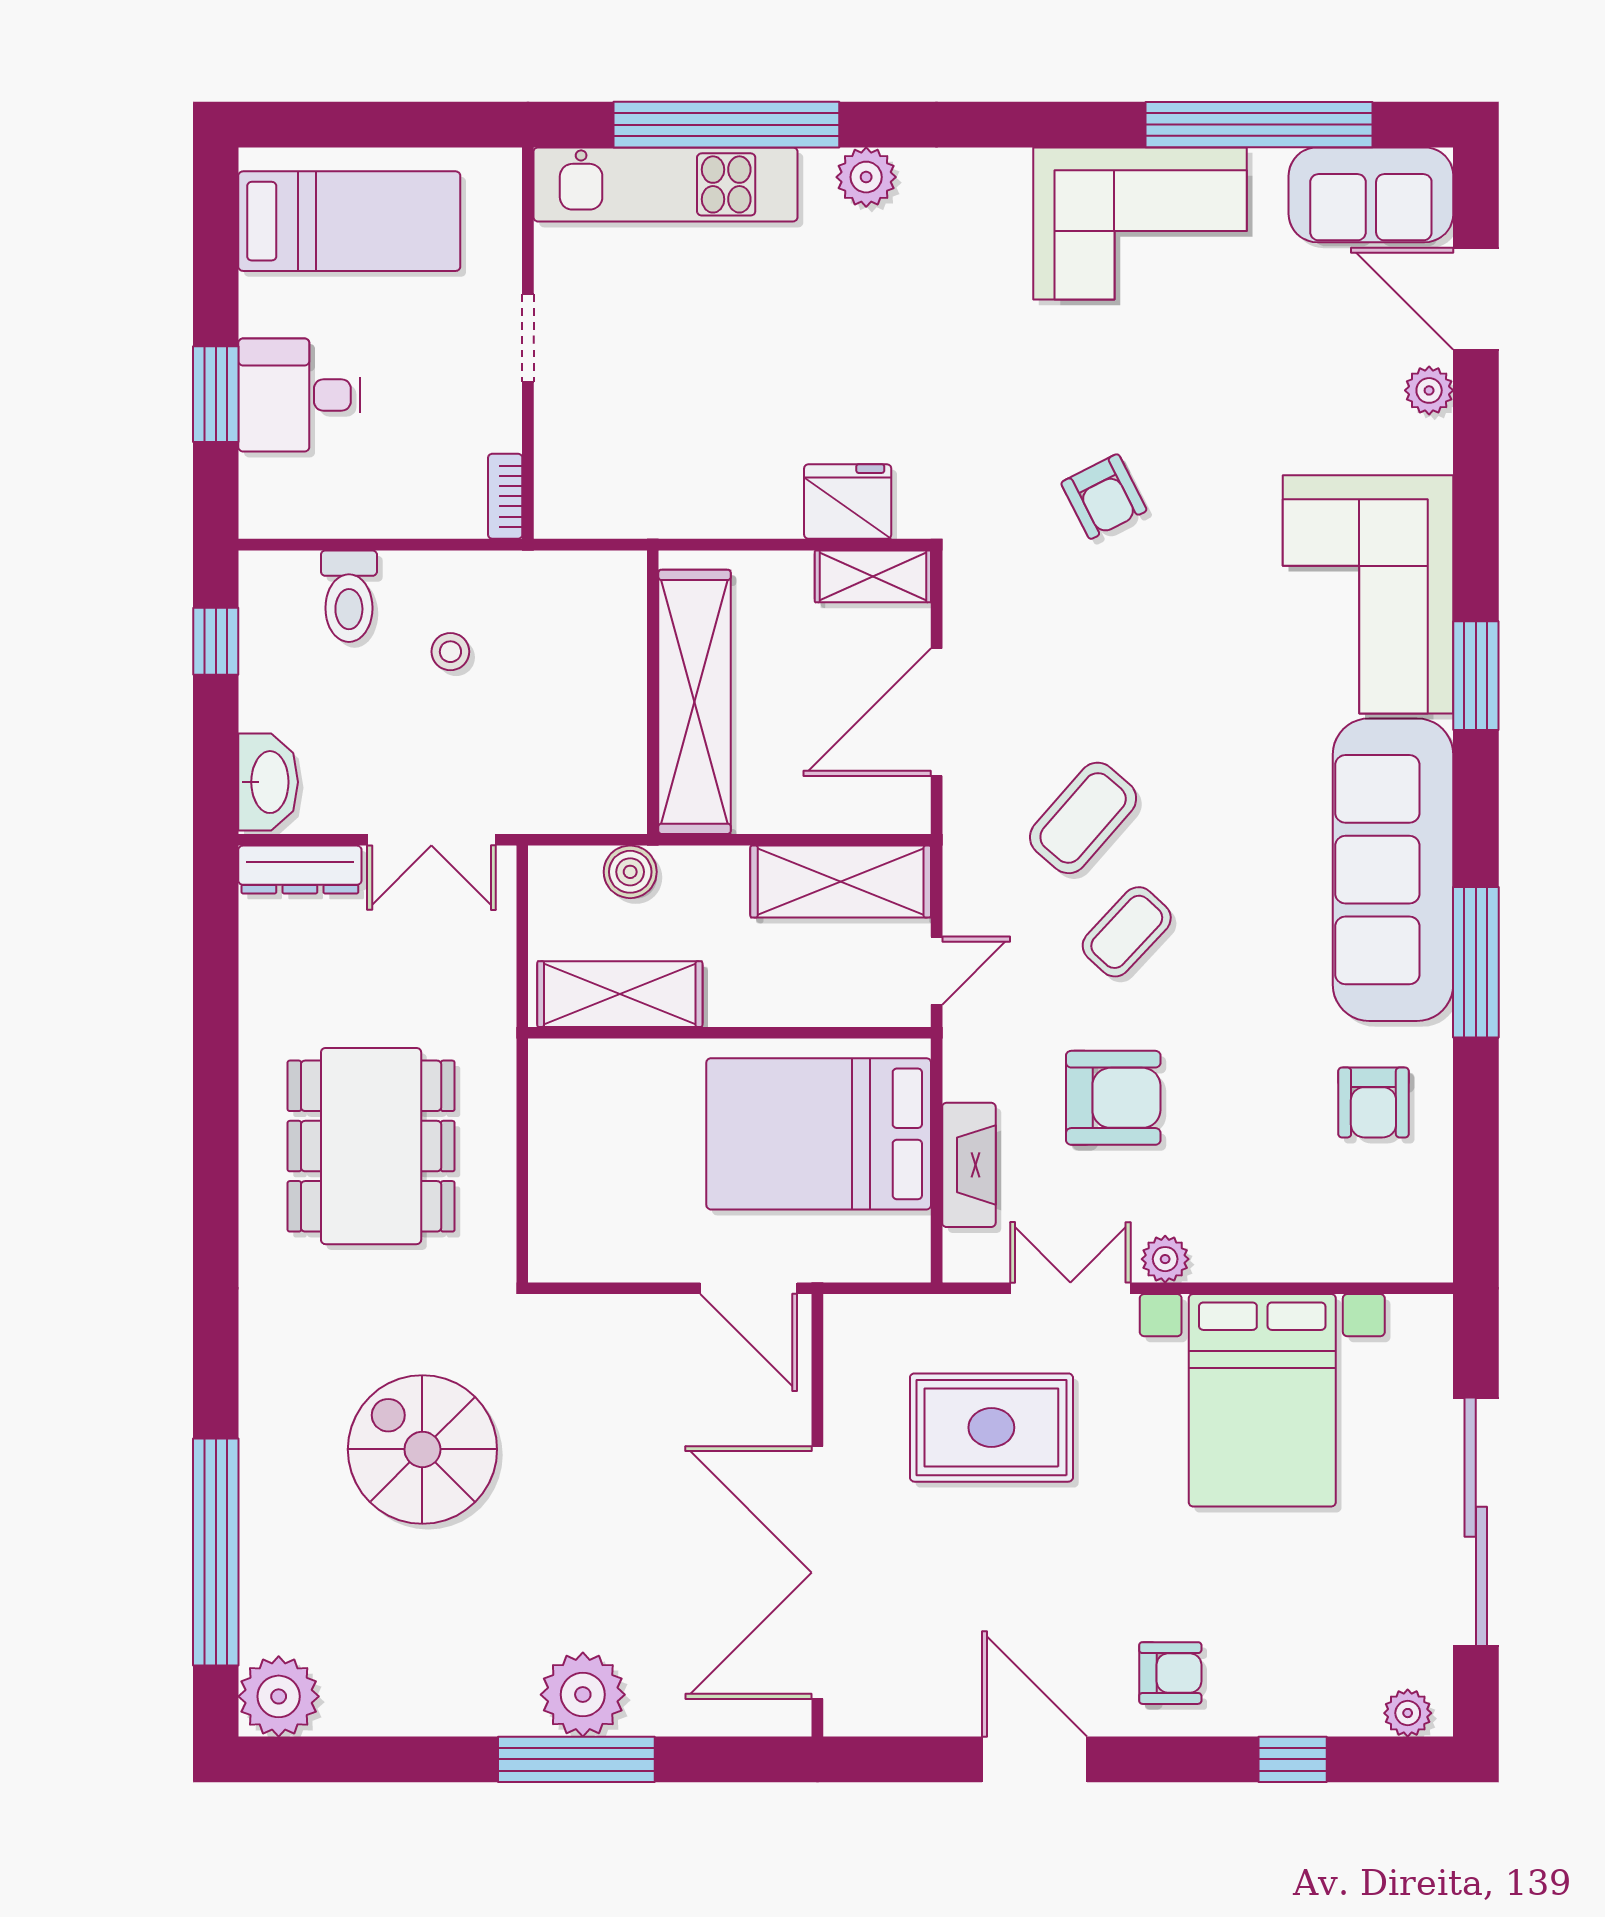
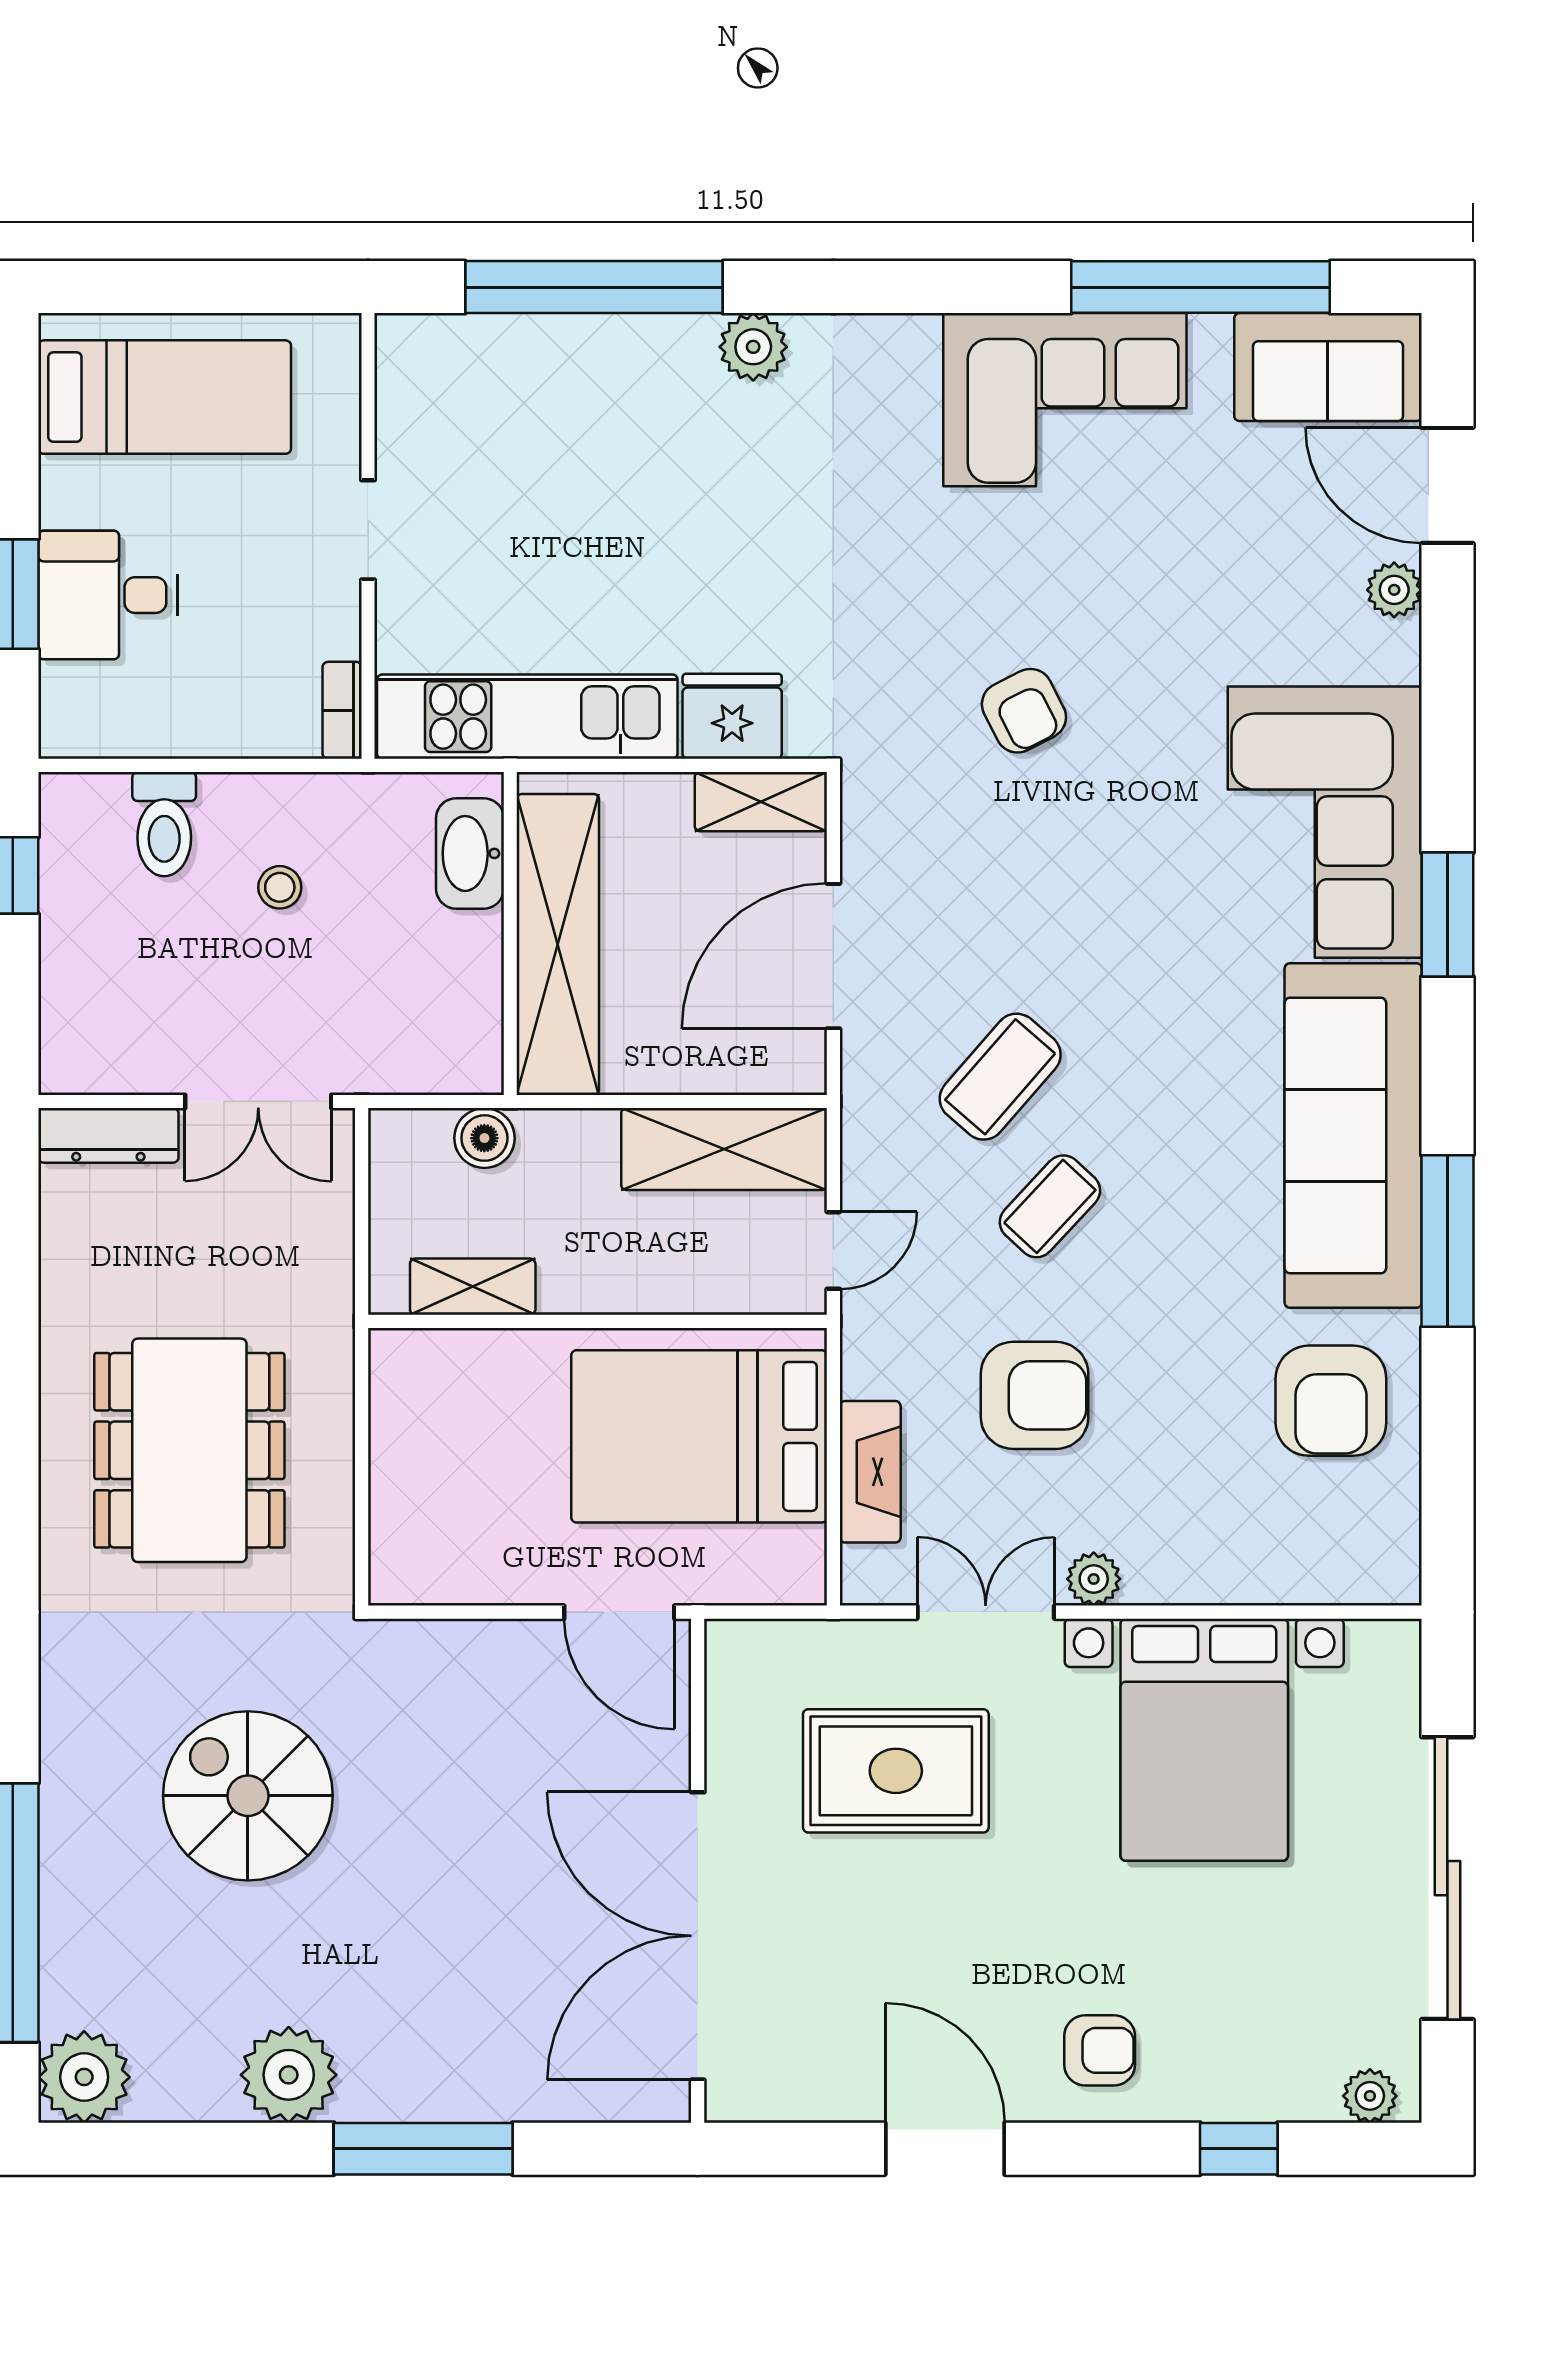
kitchen unit: (665, 184) -> (527, 717), moved, turned 180
washbasin: (268, 782) -> (470, 853), moved, turned 180
shelving: (620, 994) -> (473, 1287), width x0.67, depth x0.75
armchair: (1373, 1102) -> (1331, 1401), width x1.38, depth x1.38
plant: (583, 1695) -> (289, 2075), moved

